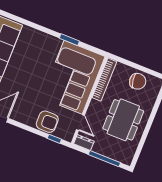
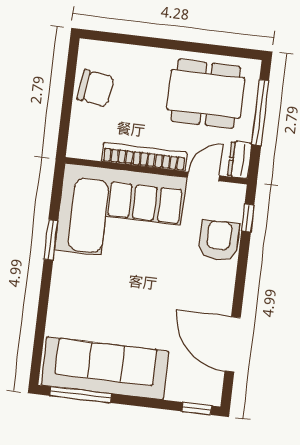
bookcase: (104, 80) -> (144, 157), moved
chair: (138, 81) -> (96, 88), turned 106
dining table: (123, 120) -> (206, 94), moved

